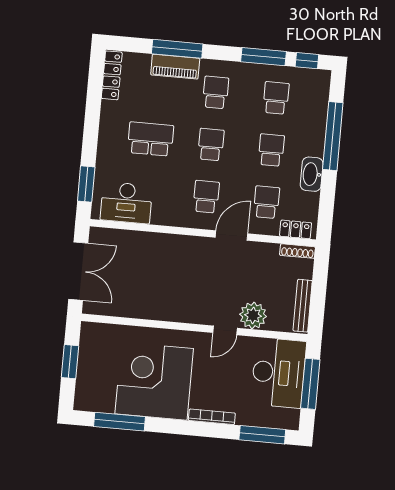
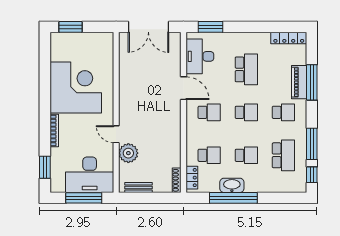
school desk: (276, 98) -> (283, 155), width x1.85
window: (333, 136) -> (233, 198), moved
door: (231, 235) -> (183, 88), moved
bench: (303, 306) -> (138, 187), width x0.73
window: (70, 362) -> (71, 27), moved
window: (120, 422) -> (45, 66), removed
window: (262, 435) -> (45, 167), width x0.69

